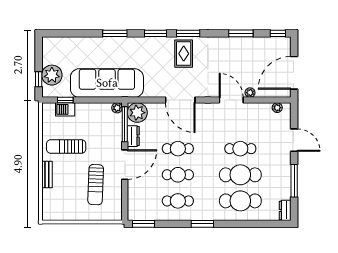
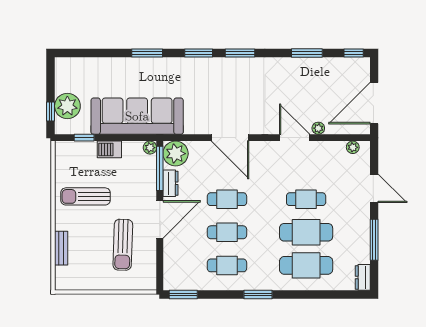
rug: (184, 54) -> (234, 79), removed
barbecue: (65, 109) -> (109, 149), moved
bench: (47, 175) -> (61, 248), moved

